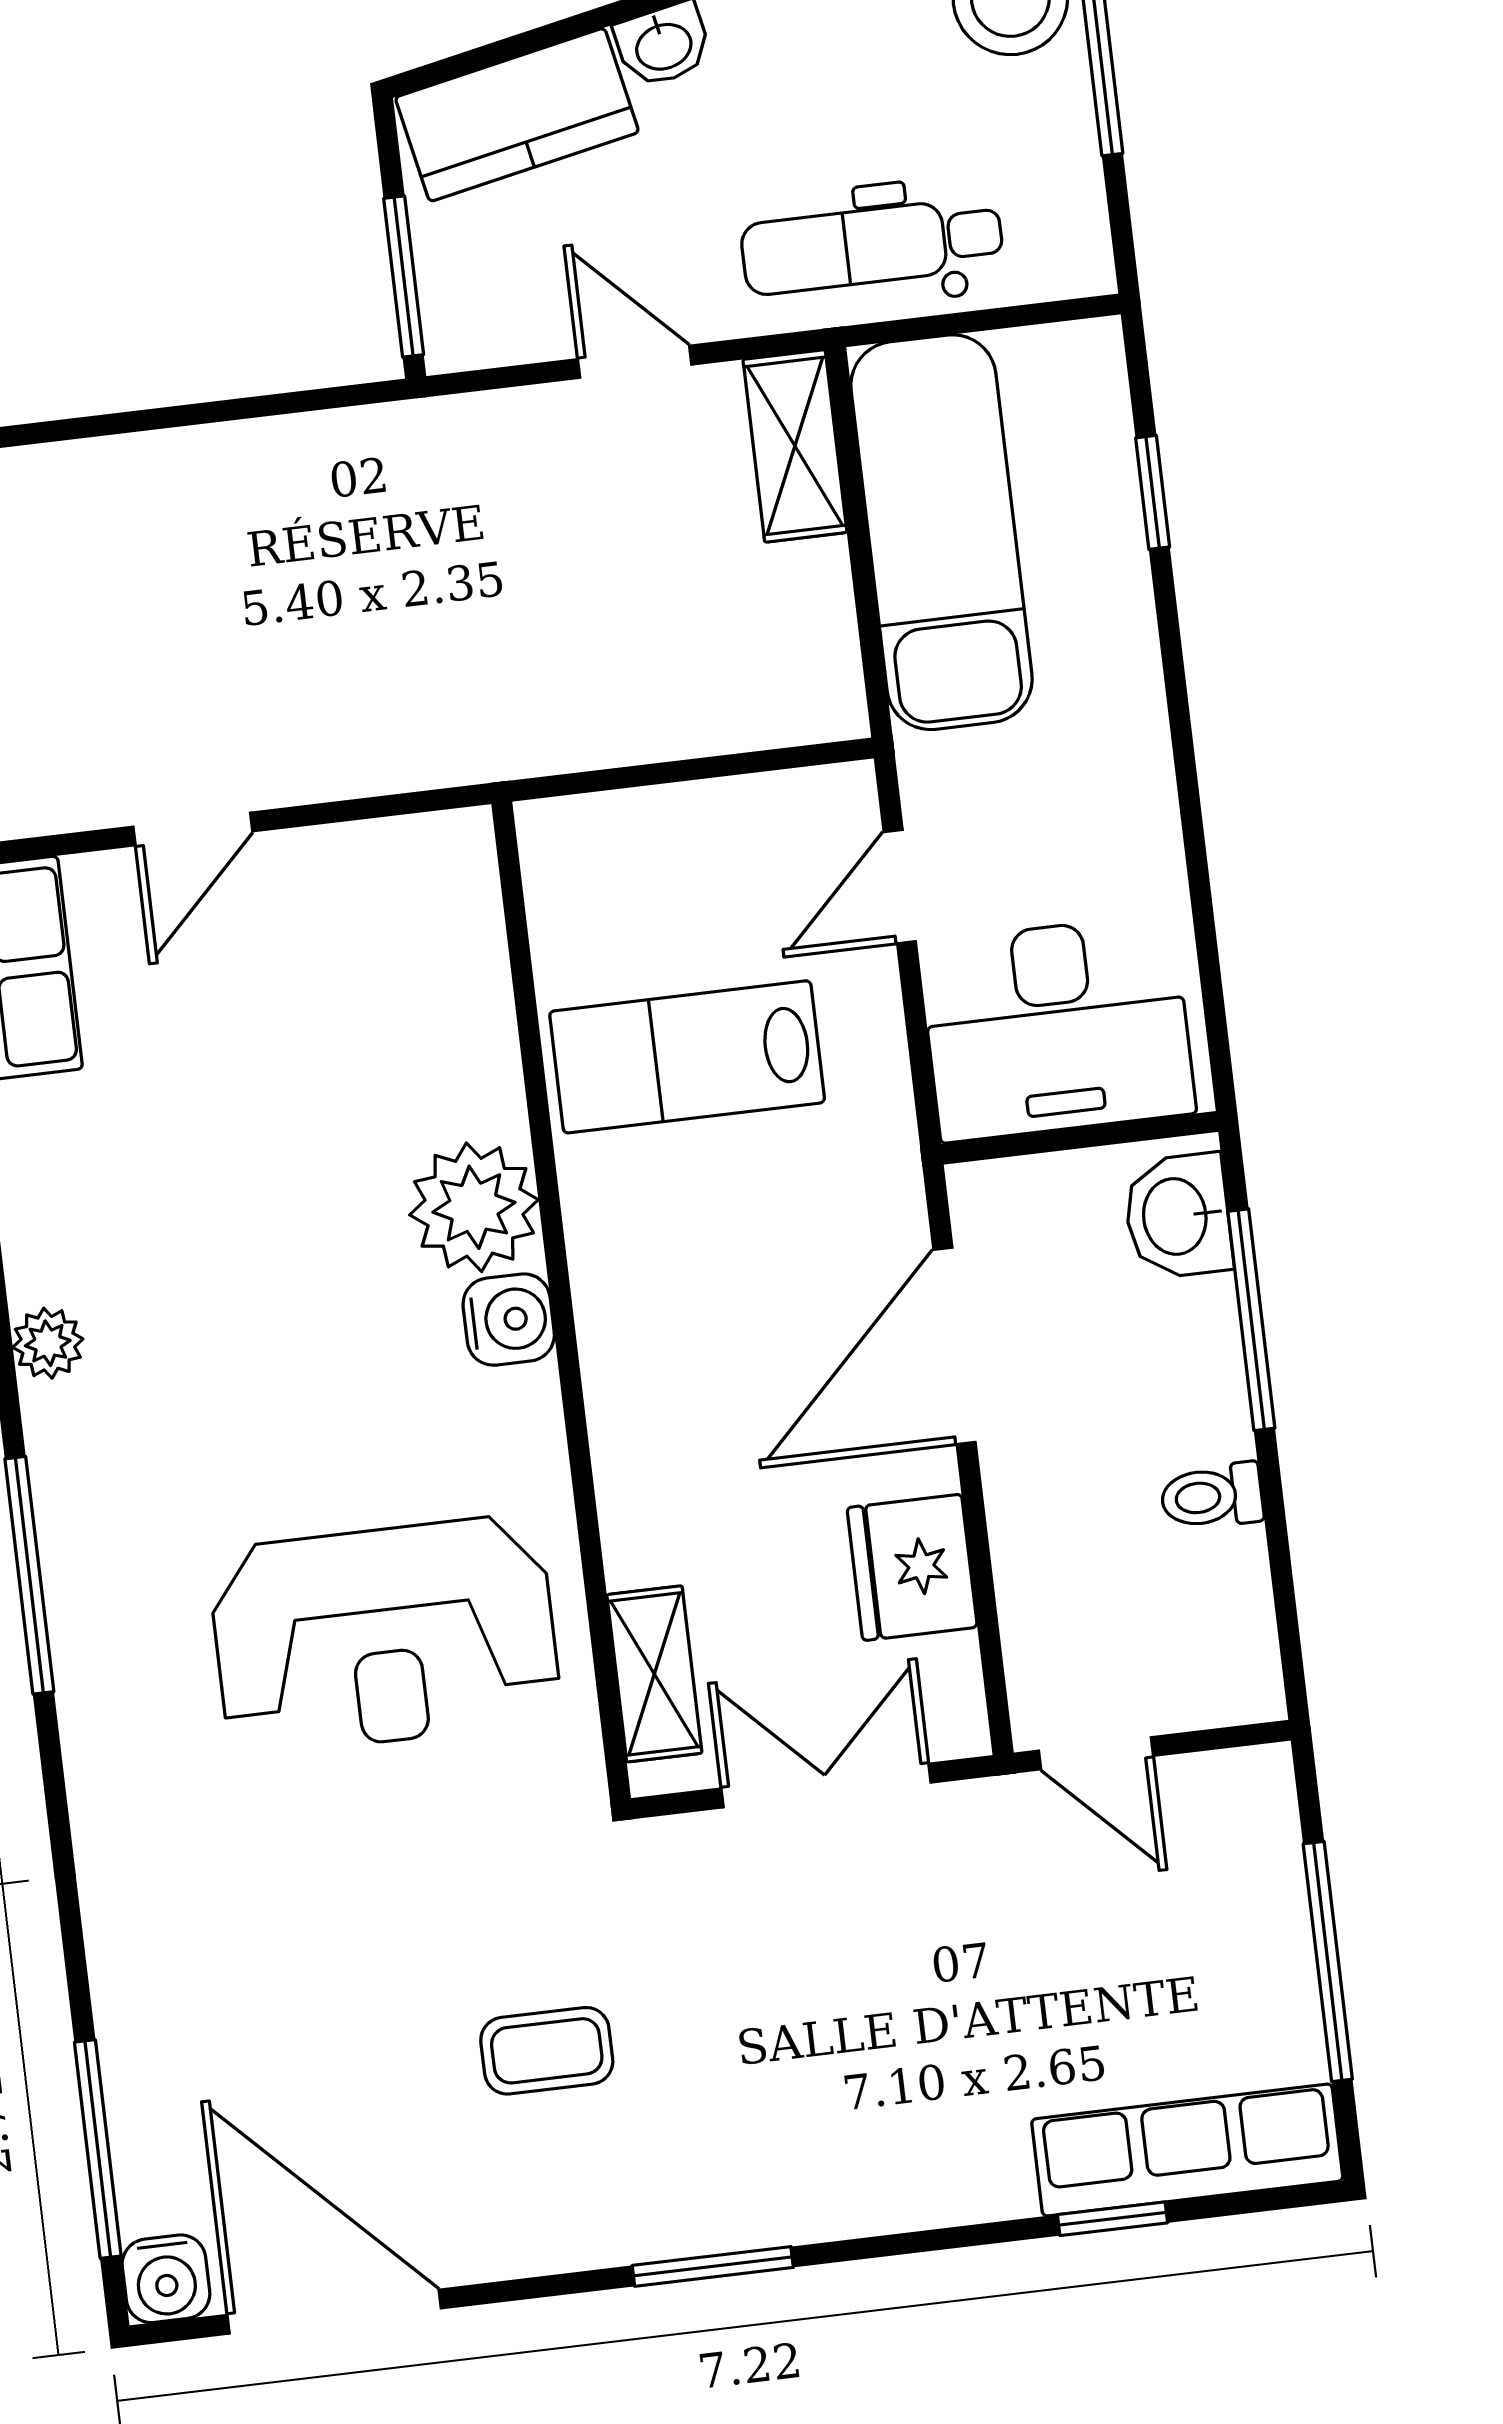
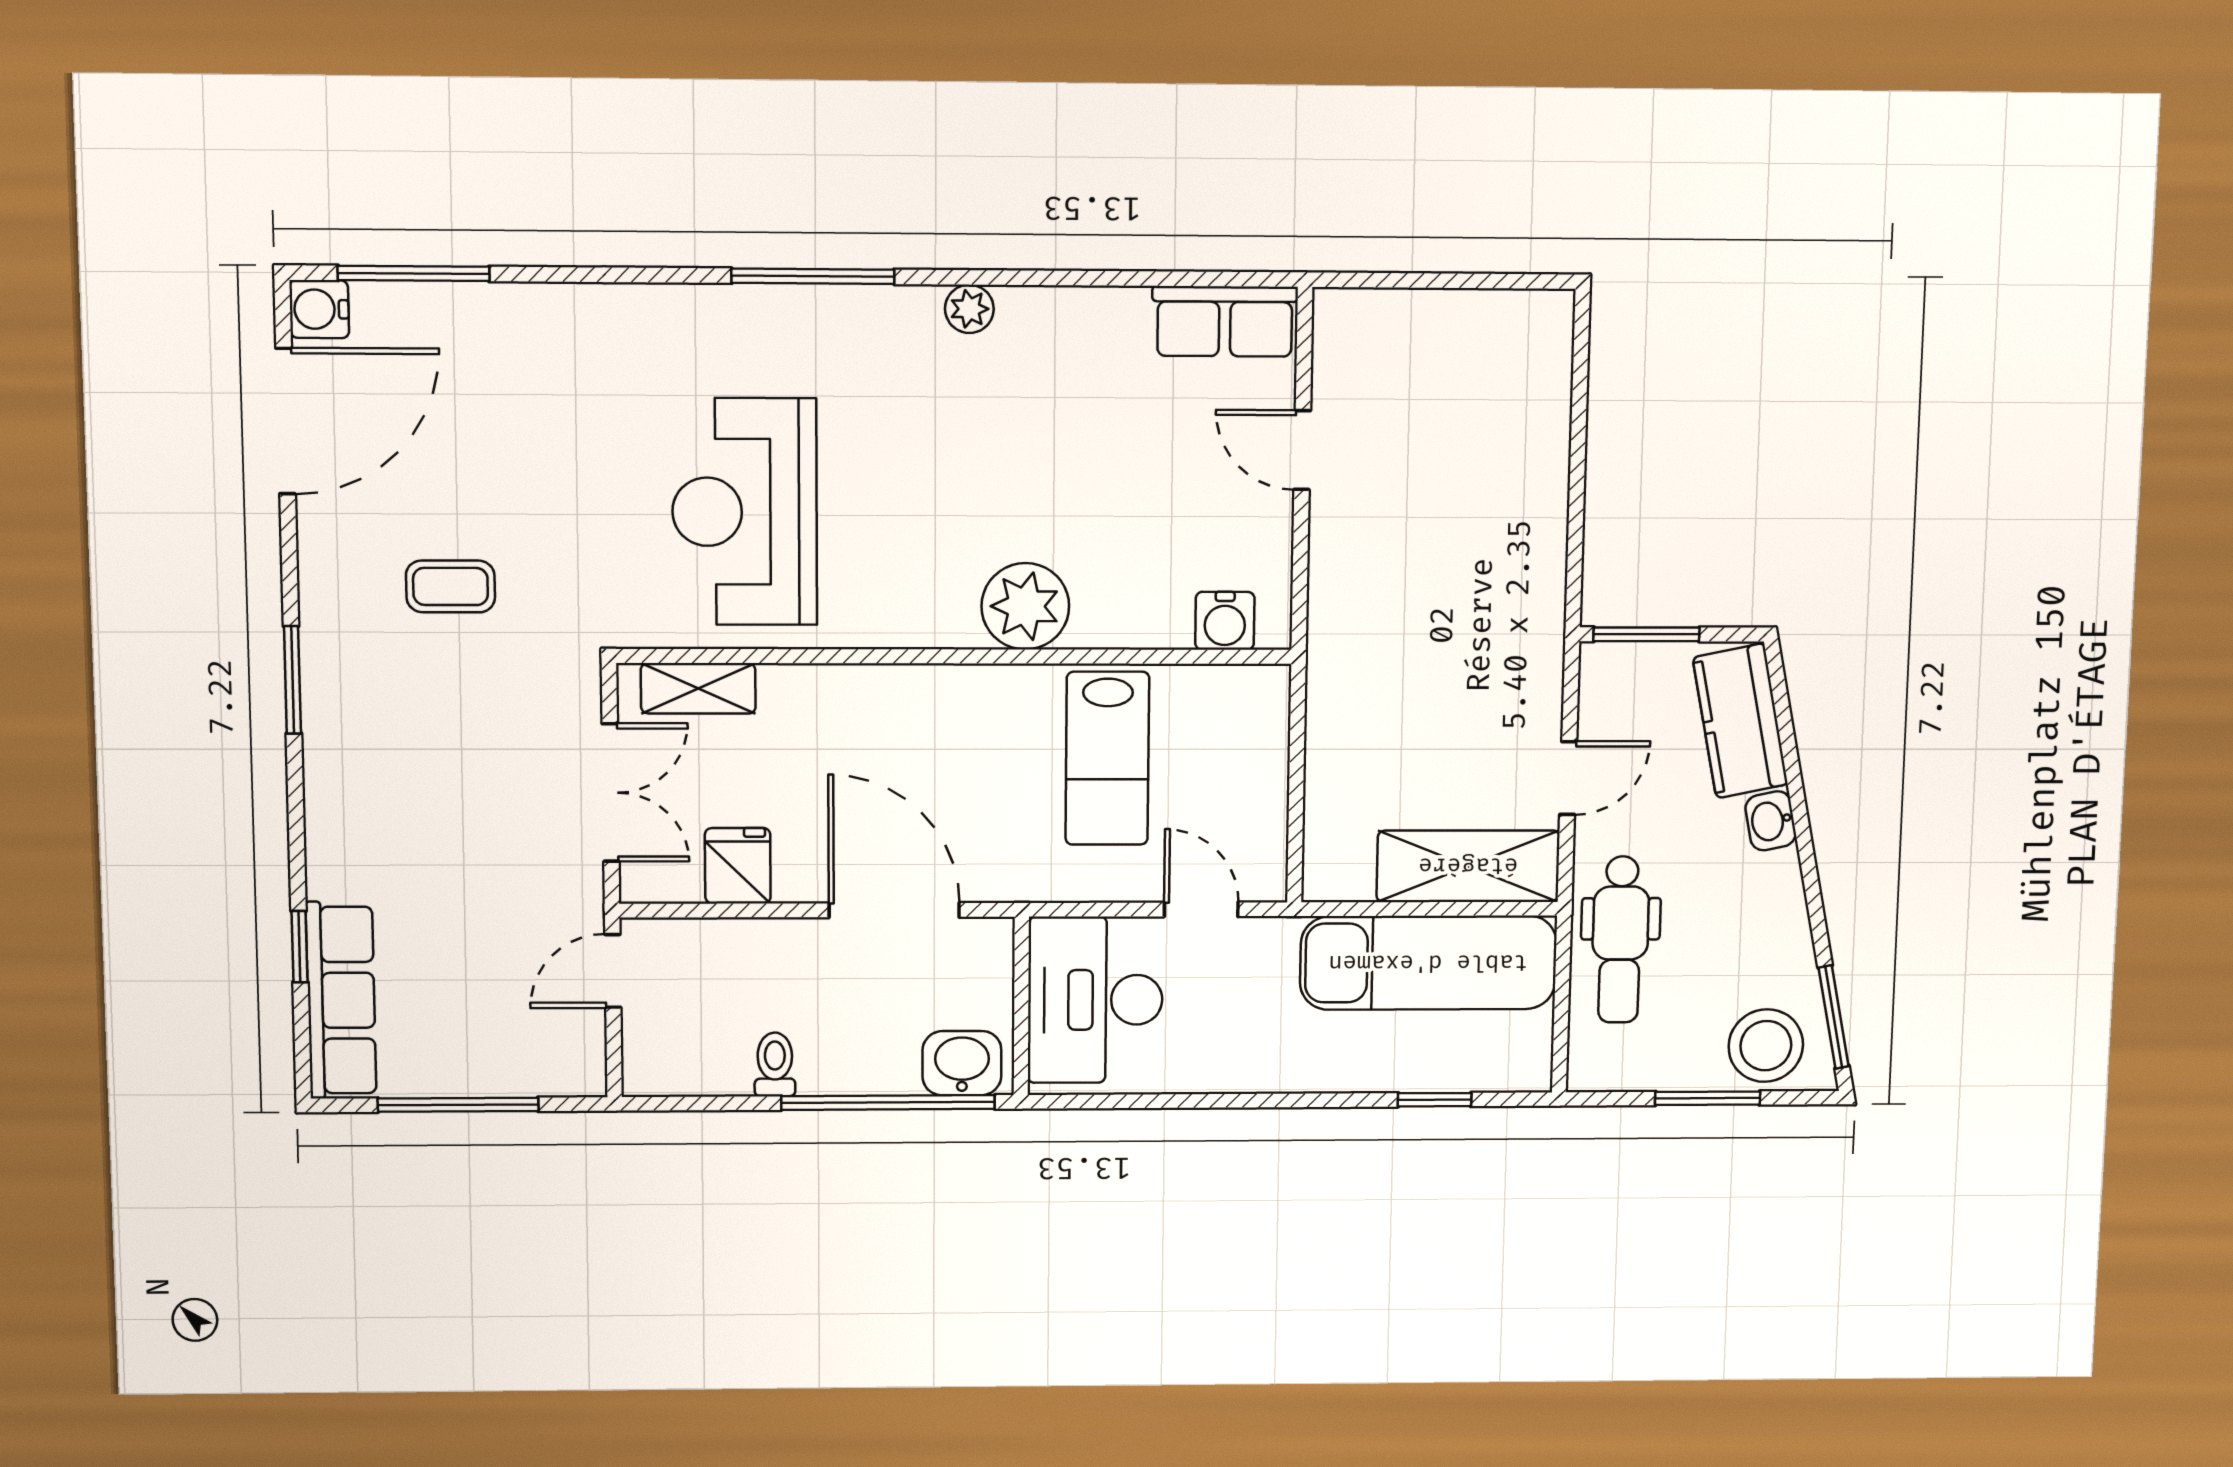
dental chair: (872, 246) -> (1620, 940), turned 180
shelving: (795, 446) -> (1468, 866), width x1.50, depth x1.33
lab bench: (687, 1057) -> (1107, 758), turned 180
water cooler: (509, 1320) -> (1225, 621), moved
window: (1251, 1320) -> (888, 1102), width x1.46
fridge: (912, 1567) -> (738, 866), width x0.72
coffee table: (547, 2051) -> (451, 586), turned 90

